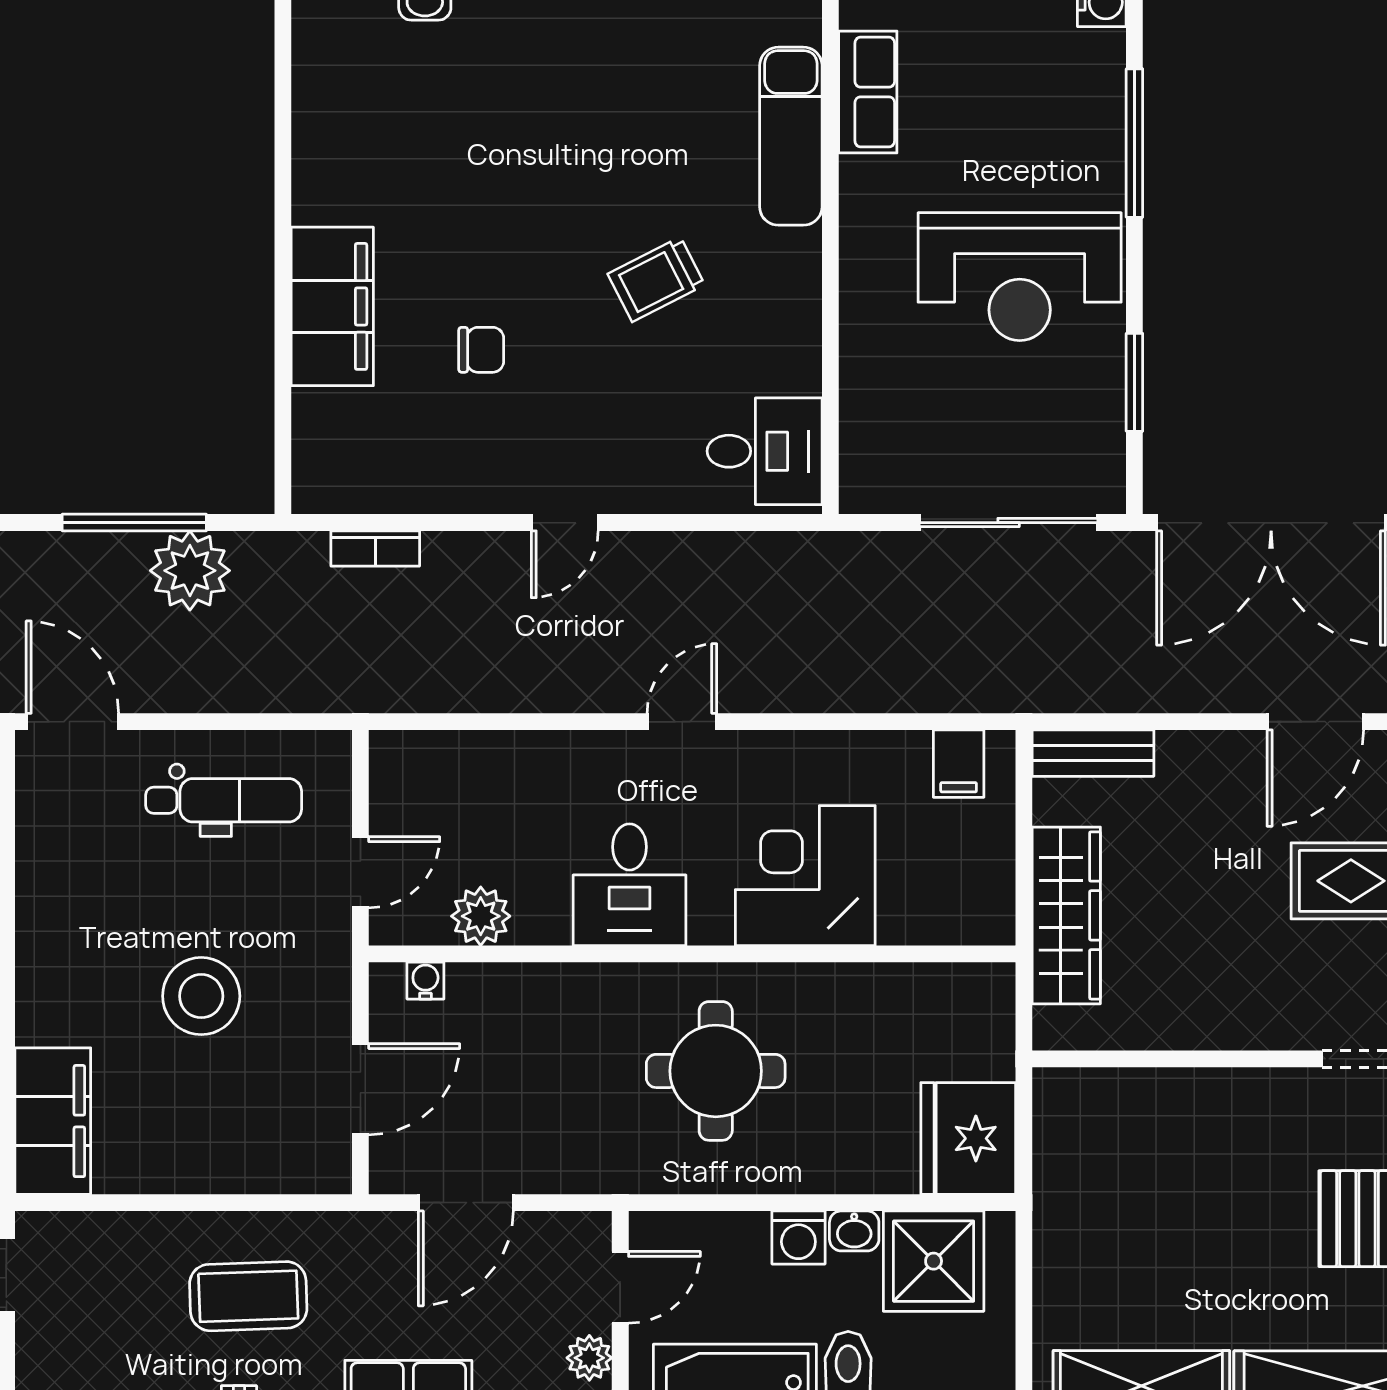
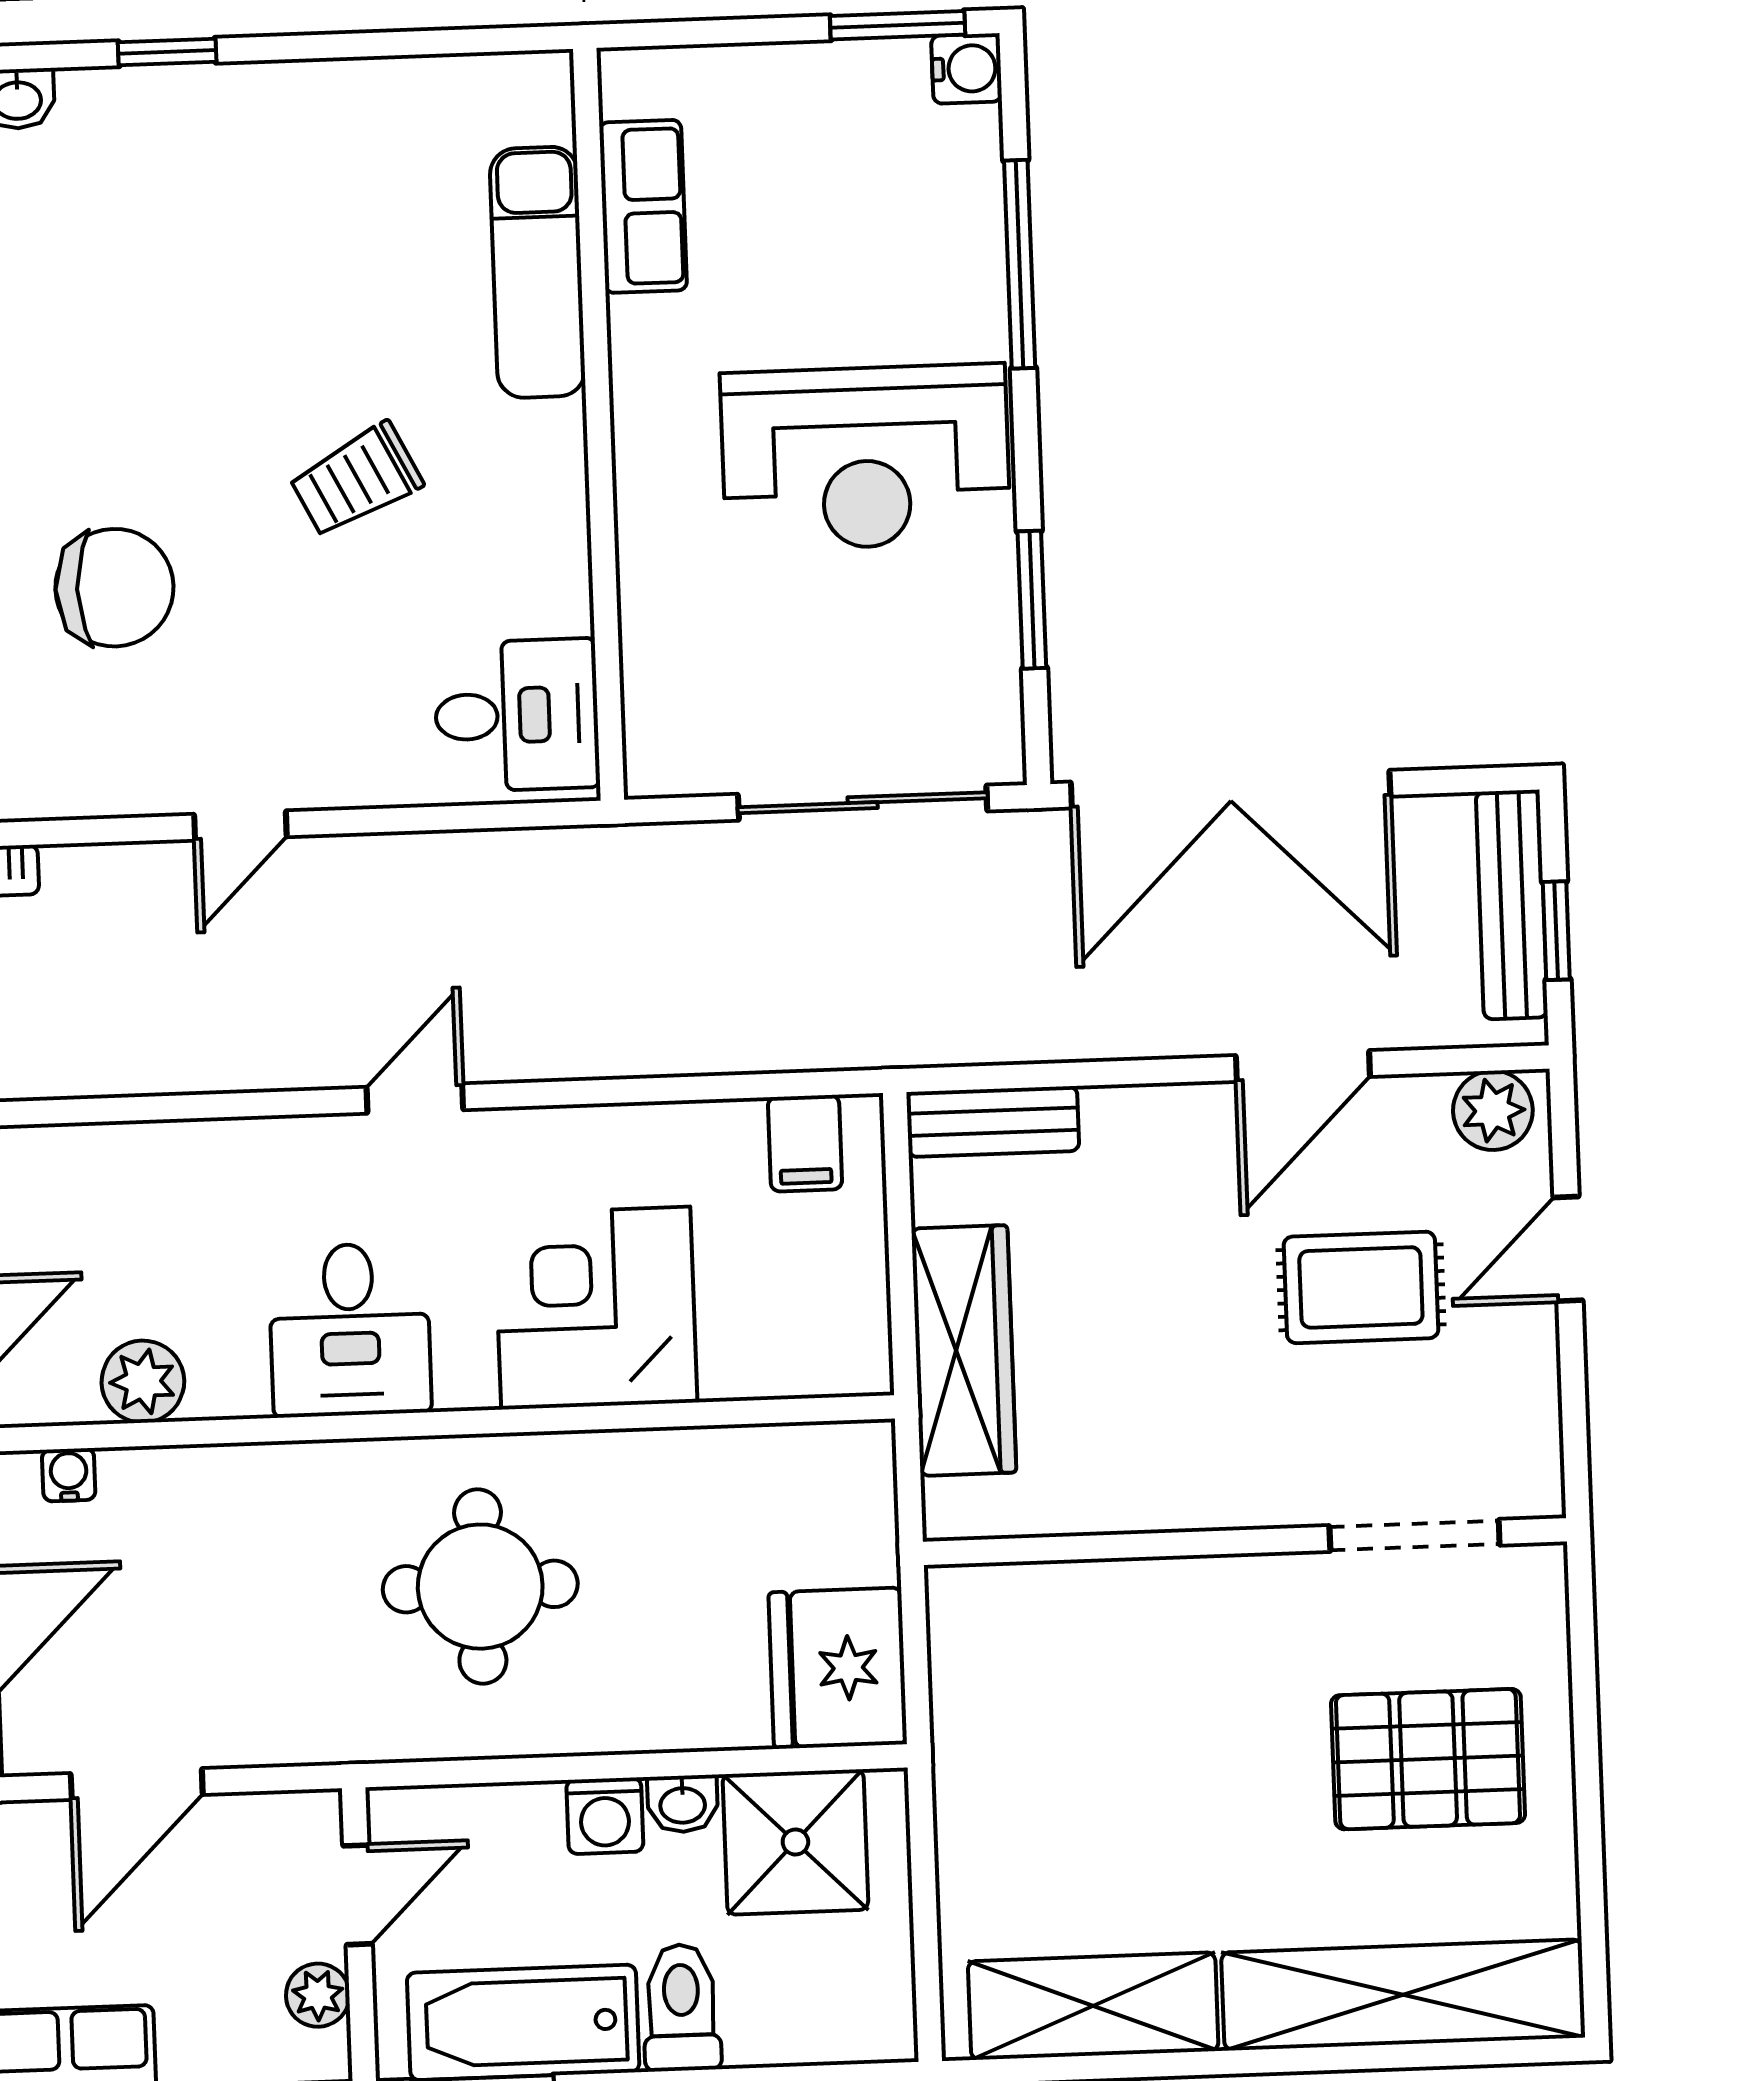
chair: (481, 350) -> (114, 588), width x1.87, depth x1.87

